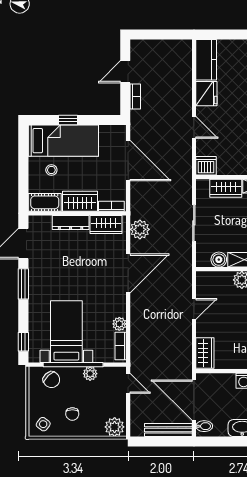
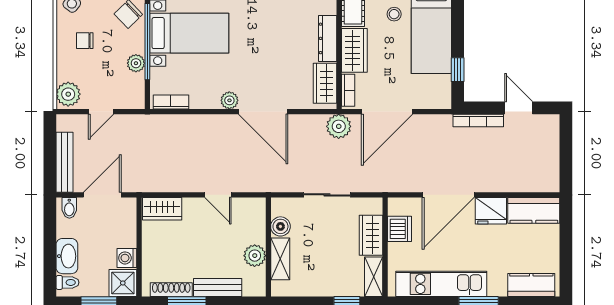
bookcase: (135, 97) -> (478, 120), width x1.56
window: (68, 120) -> (458, 70), moved
door: (194, 127) -> (448, 195), width x1.87
door: (128, 161) -> (387, 112), moved
dishwasher: (206, 166) -> (399, 229), moved
plant: (140, 229) -> (339, 126), moved
plant: (119, 324) -> (229, 100), moved
door: (128, 383) -> (101, 112), moved
door: (194, 400) -> (102, 195), width x0.73

